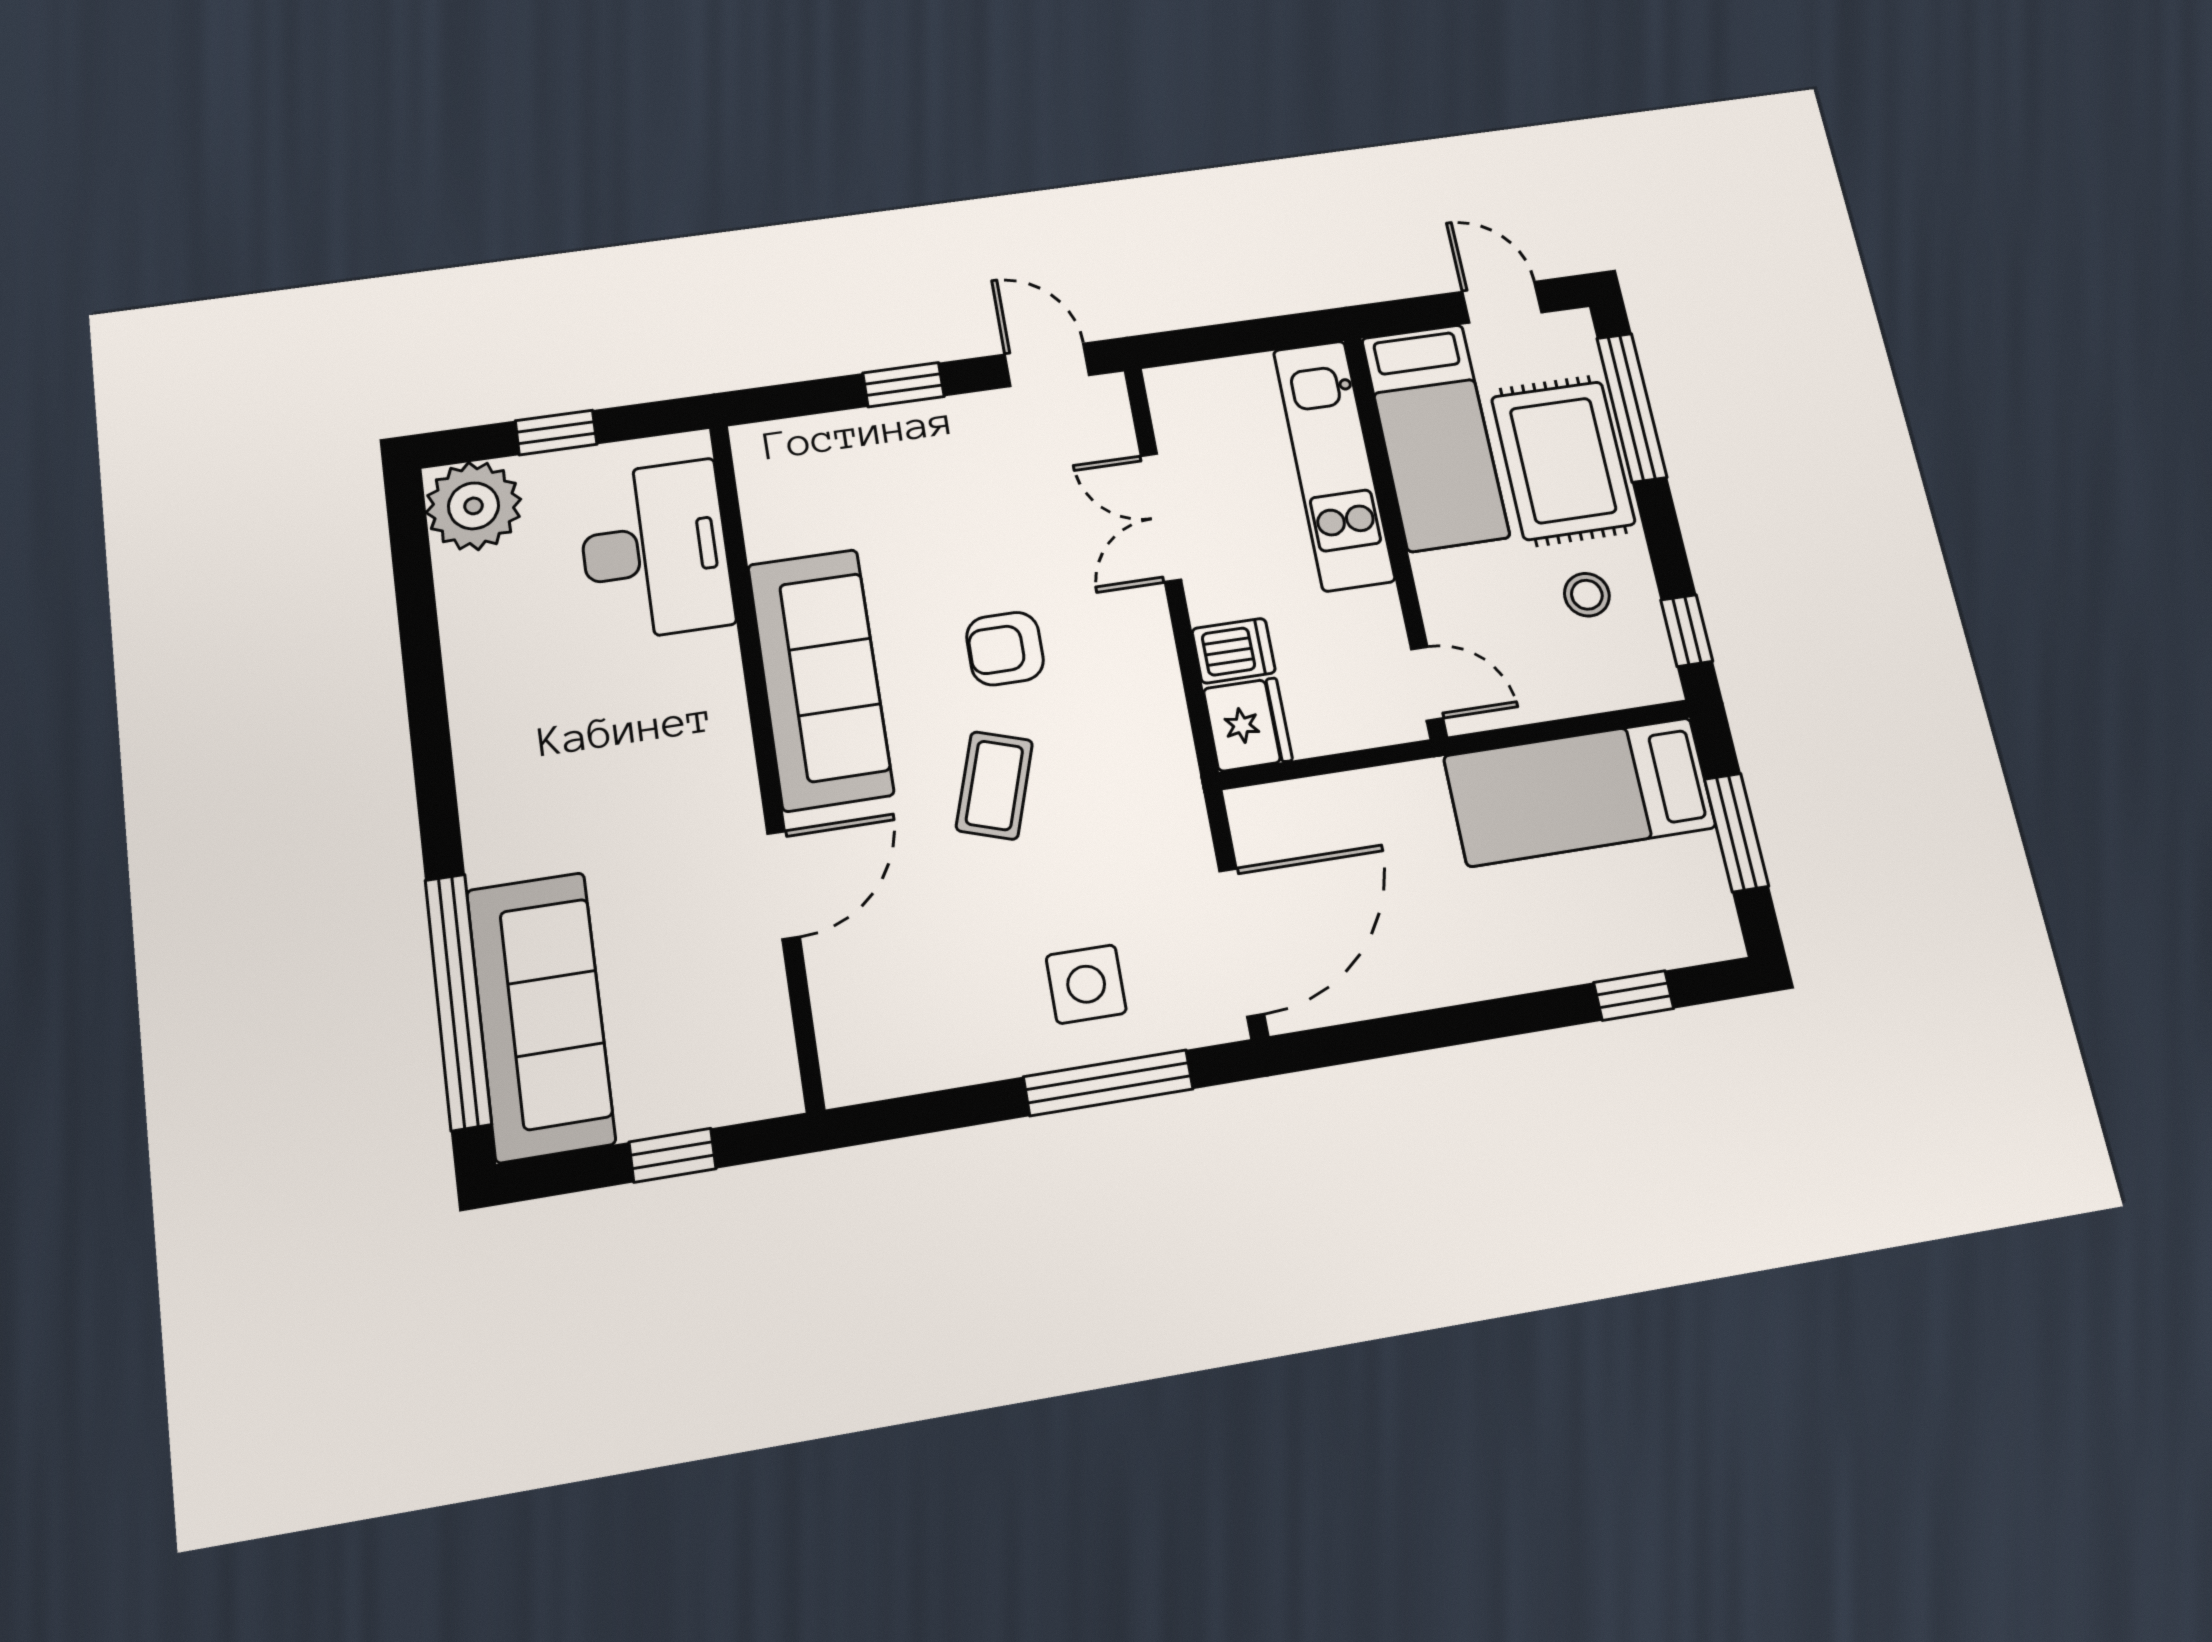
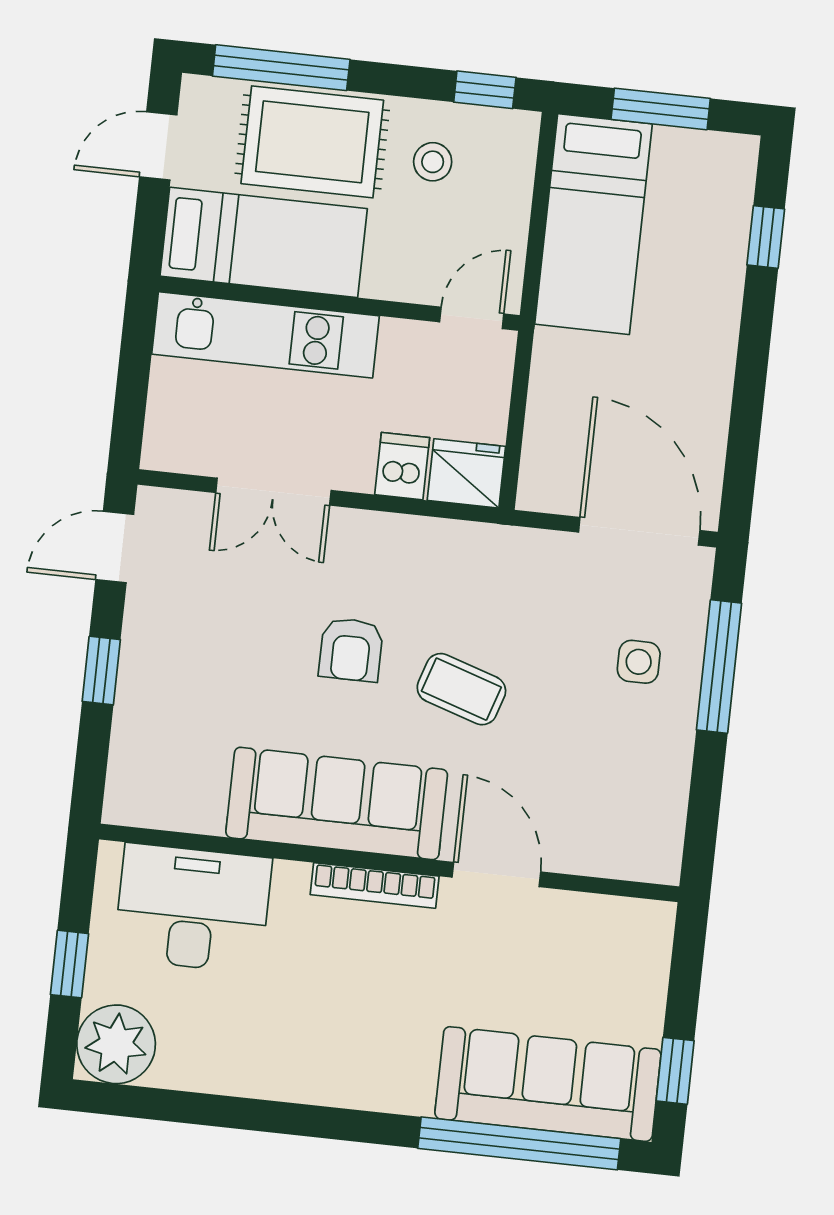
bookcase: (734, 747) -> (375, 885), added
side table: (1086, 984) -> (639, 662), width x0.73, depth x0.73
window: (672, 1155) -> (675, 1071), moved

